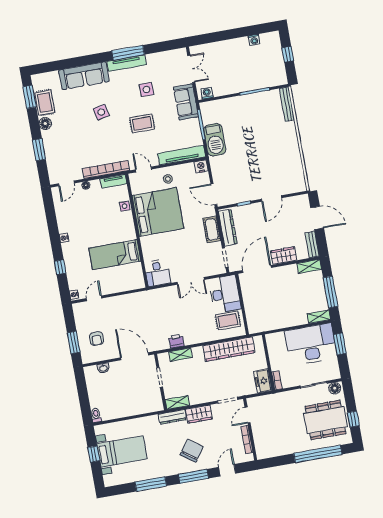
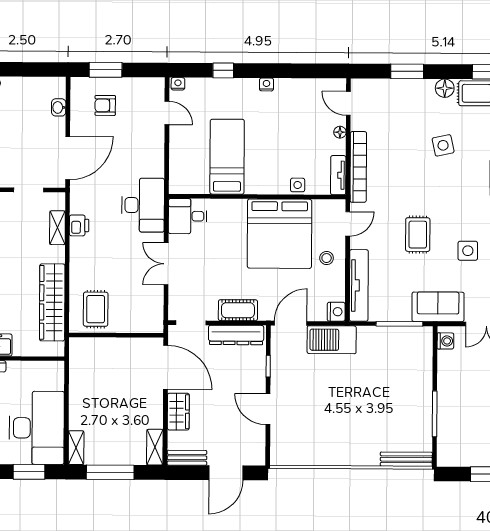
side table: (101, 112) -> (443, 145), moved
barbecue: (215, 140) -> (332, 340), moved
desk: (225, 294) -> (143, 205), moved, turned -90

